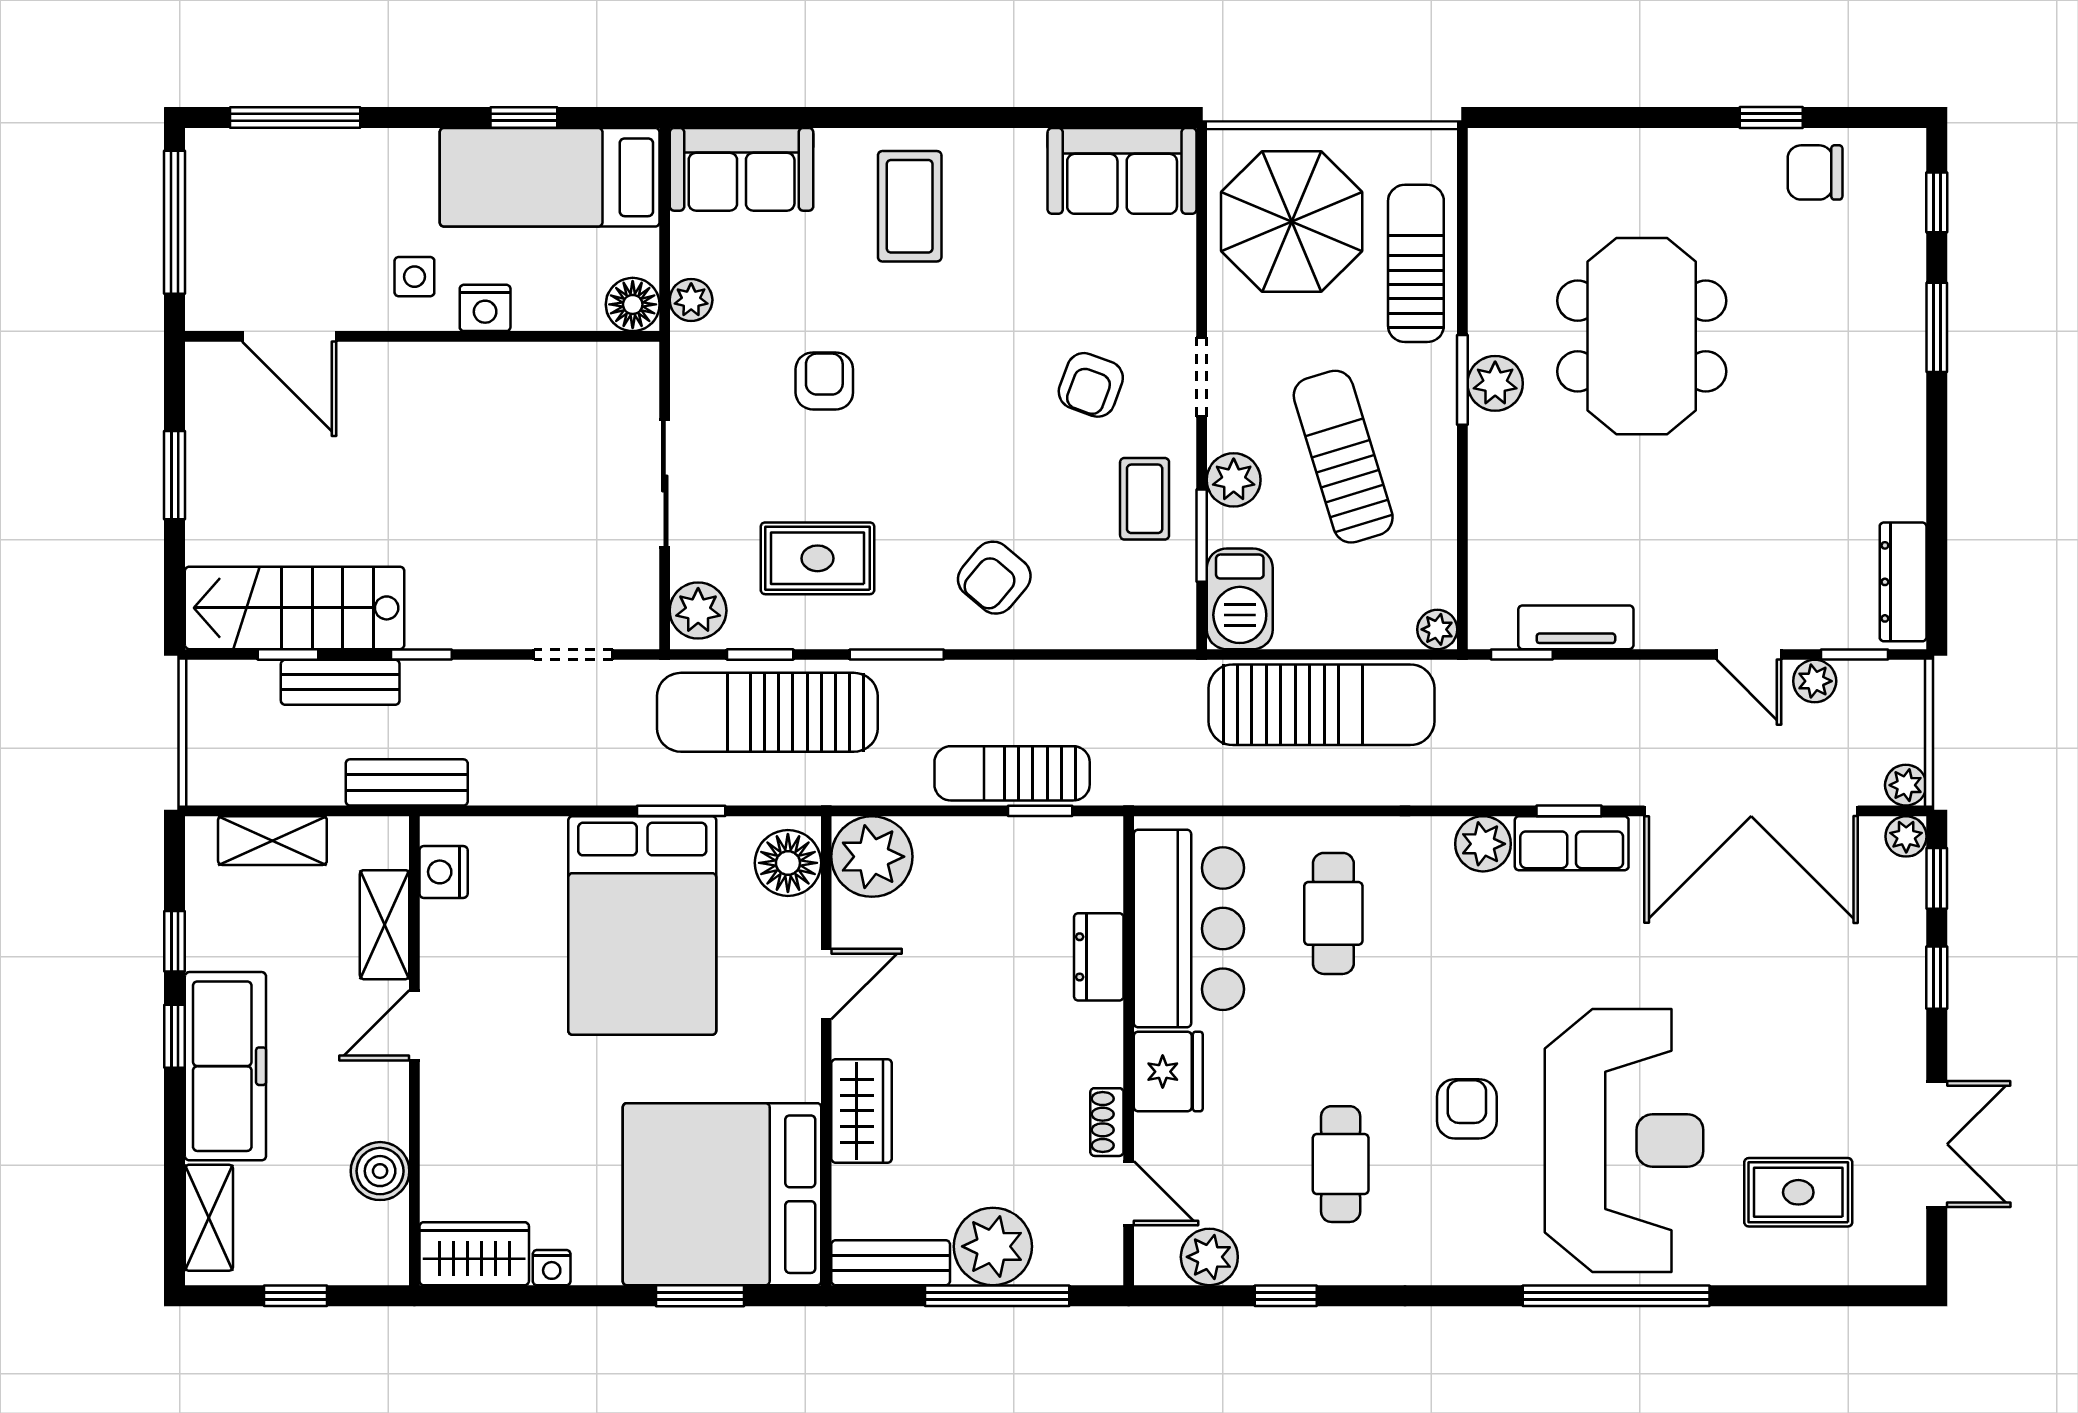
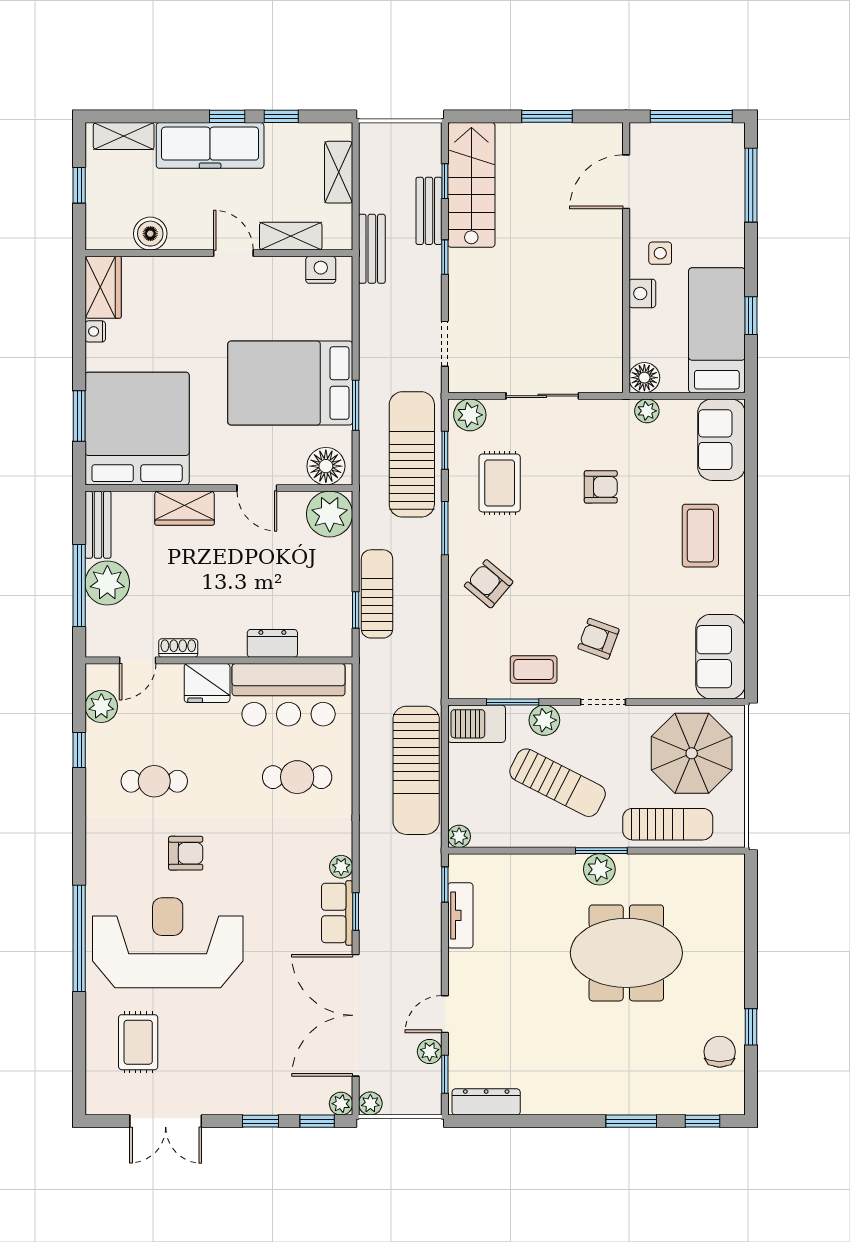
coffee table: (910, 206) -> (700, 536), turned 90
sun lounger: (1343, 457) -> (558, 783), turned 44
plant: (1483, 844) -> (341, 867), width x0.73, depth x0.73
reception desk: (1624, 1140) -> (168, 943), turned 180

